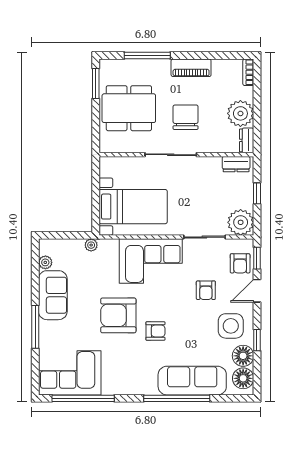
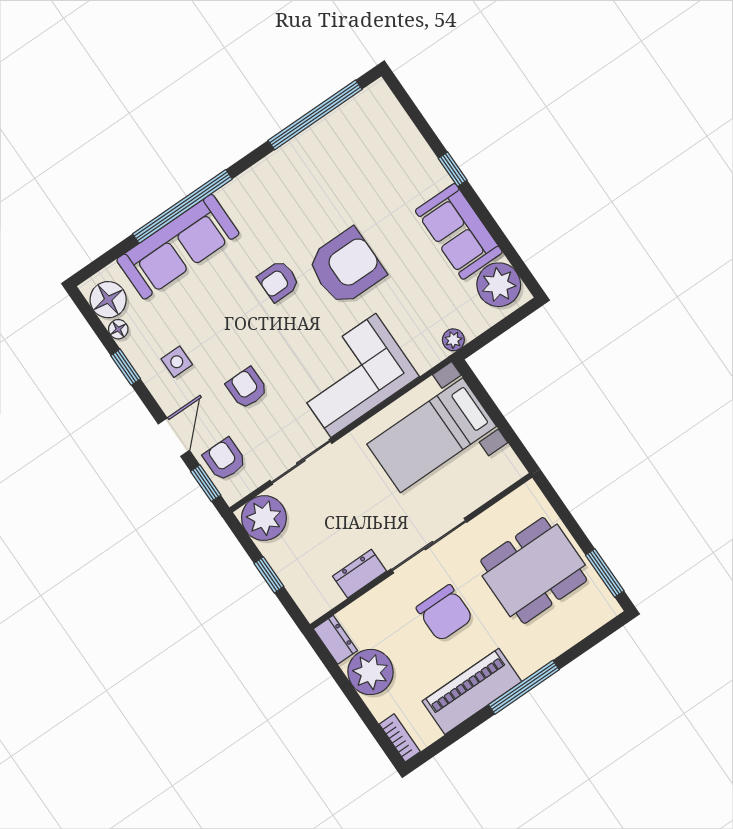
window: (147, 56) -> (524, 687), moved
piano: (191, 68) -> (472, 691), width x1.37, depth x1.33
dresser: (236, 164) -> (360, 574), moved
plant: (45, 262) -> (499, 285), width x1.88, depth x1.88
side table: (231, 326) -> (177, 362), width x0.54, depth x0.54
window: (35, 327) -> (453, 169), width x0.46
floor lamp: (243, 356) -> (118, 329), width x0.53, depth x0.53
corner sofa: (70, 373) -> (359, 138), removed

